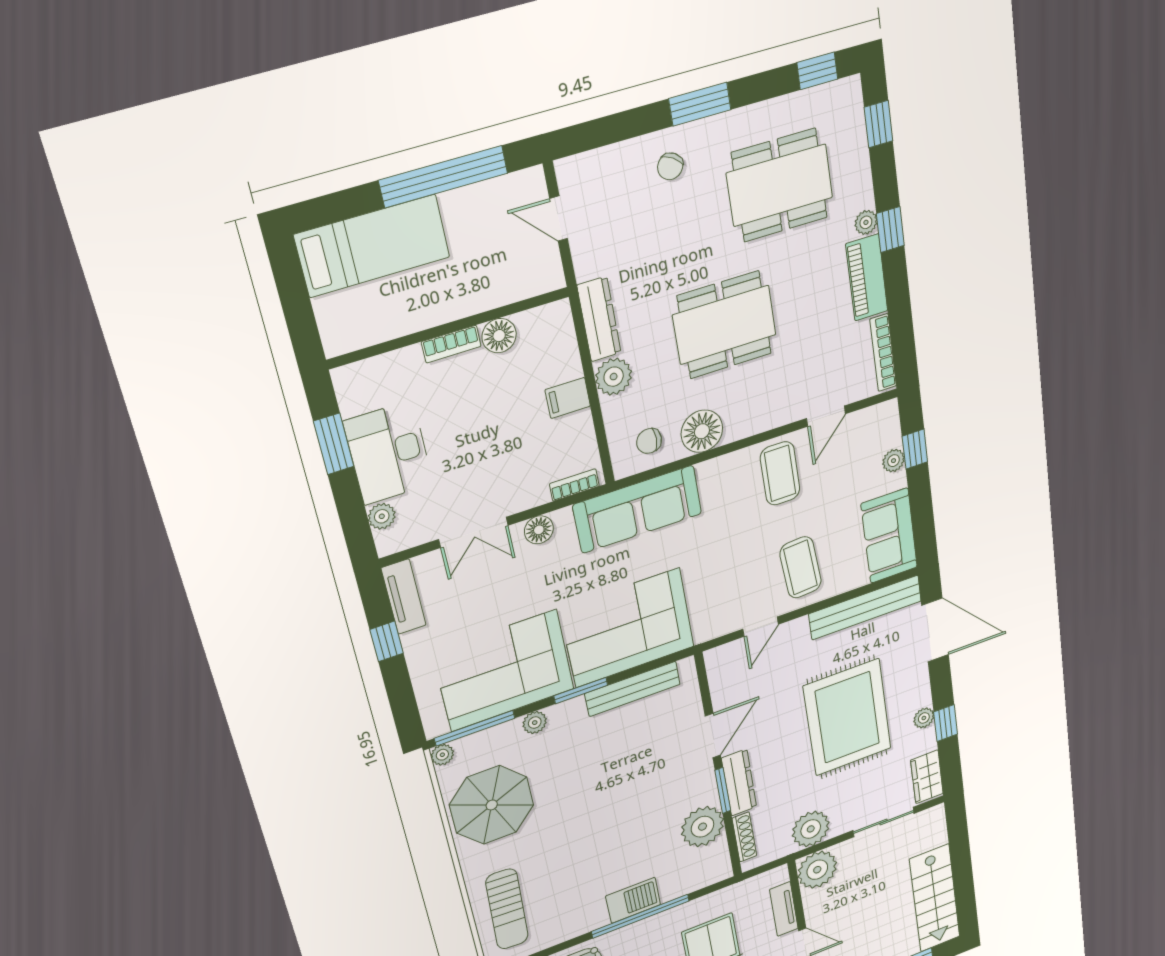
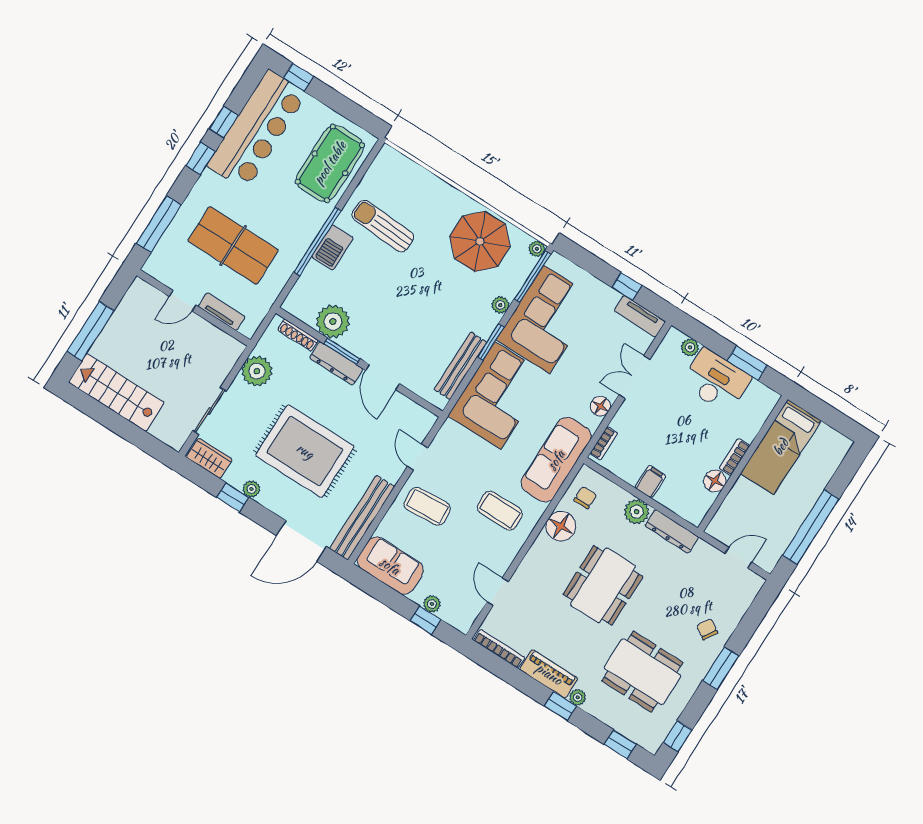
dining table: (780, 185) -> (642, 672), turned 90
bed: (372, 246) -> (781, 447), moved
coffee table: (780, 473) -> (500, 511), moved
plant: (817, 870) -> (225, 351), removed
sun lounger: (507, 909) -> (383, 226), moved

